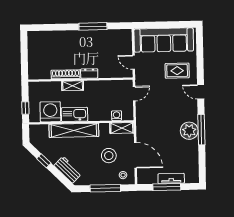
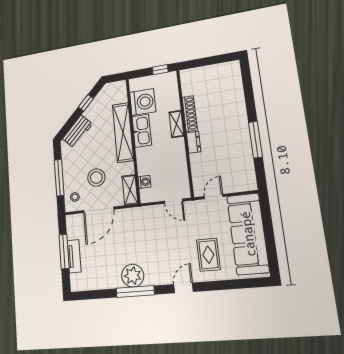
window: (25, 108) -> (160, 70), moved

